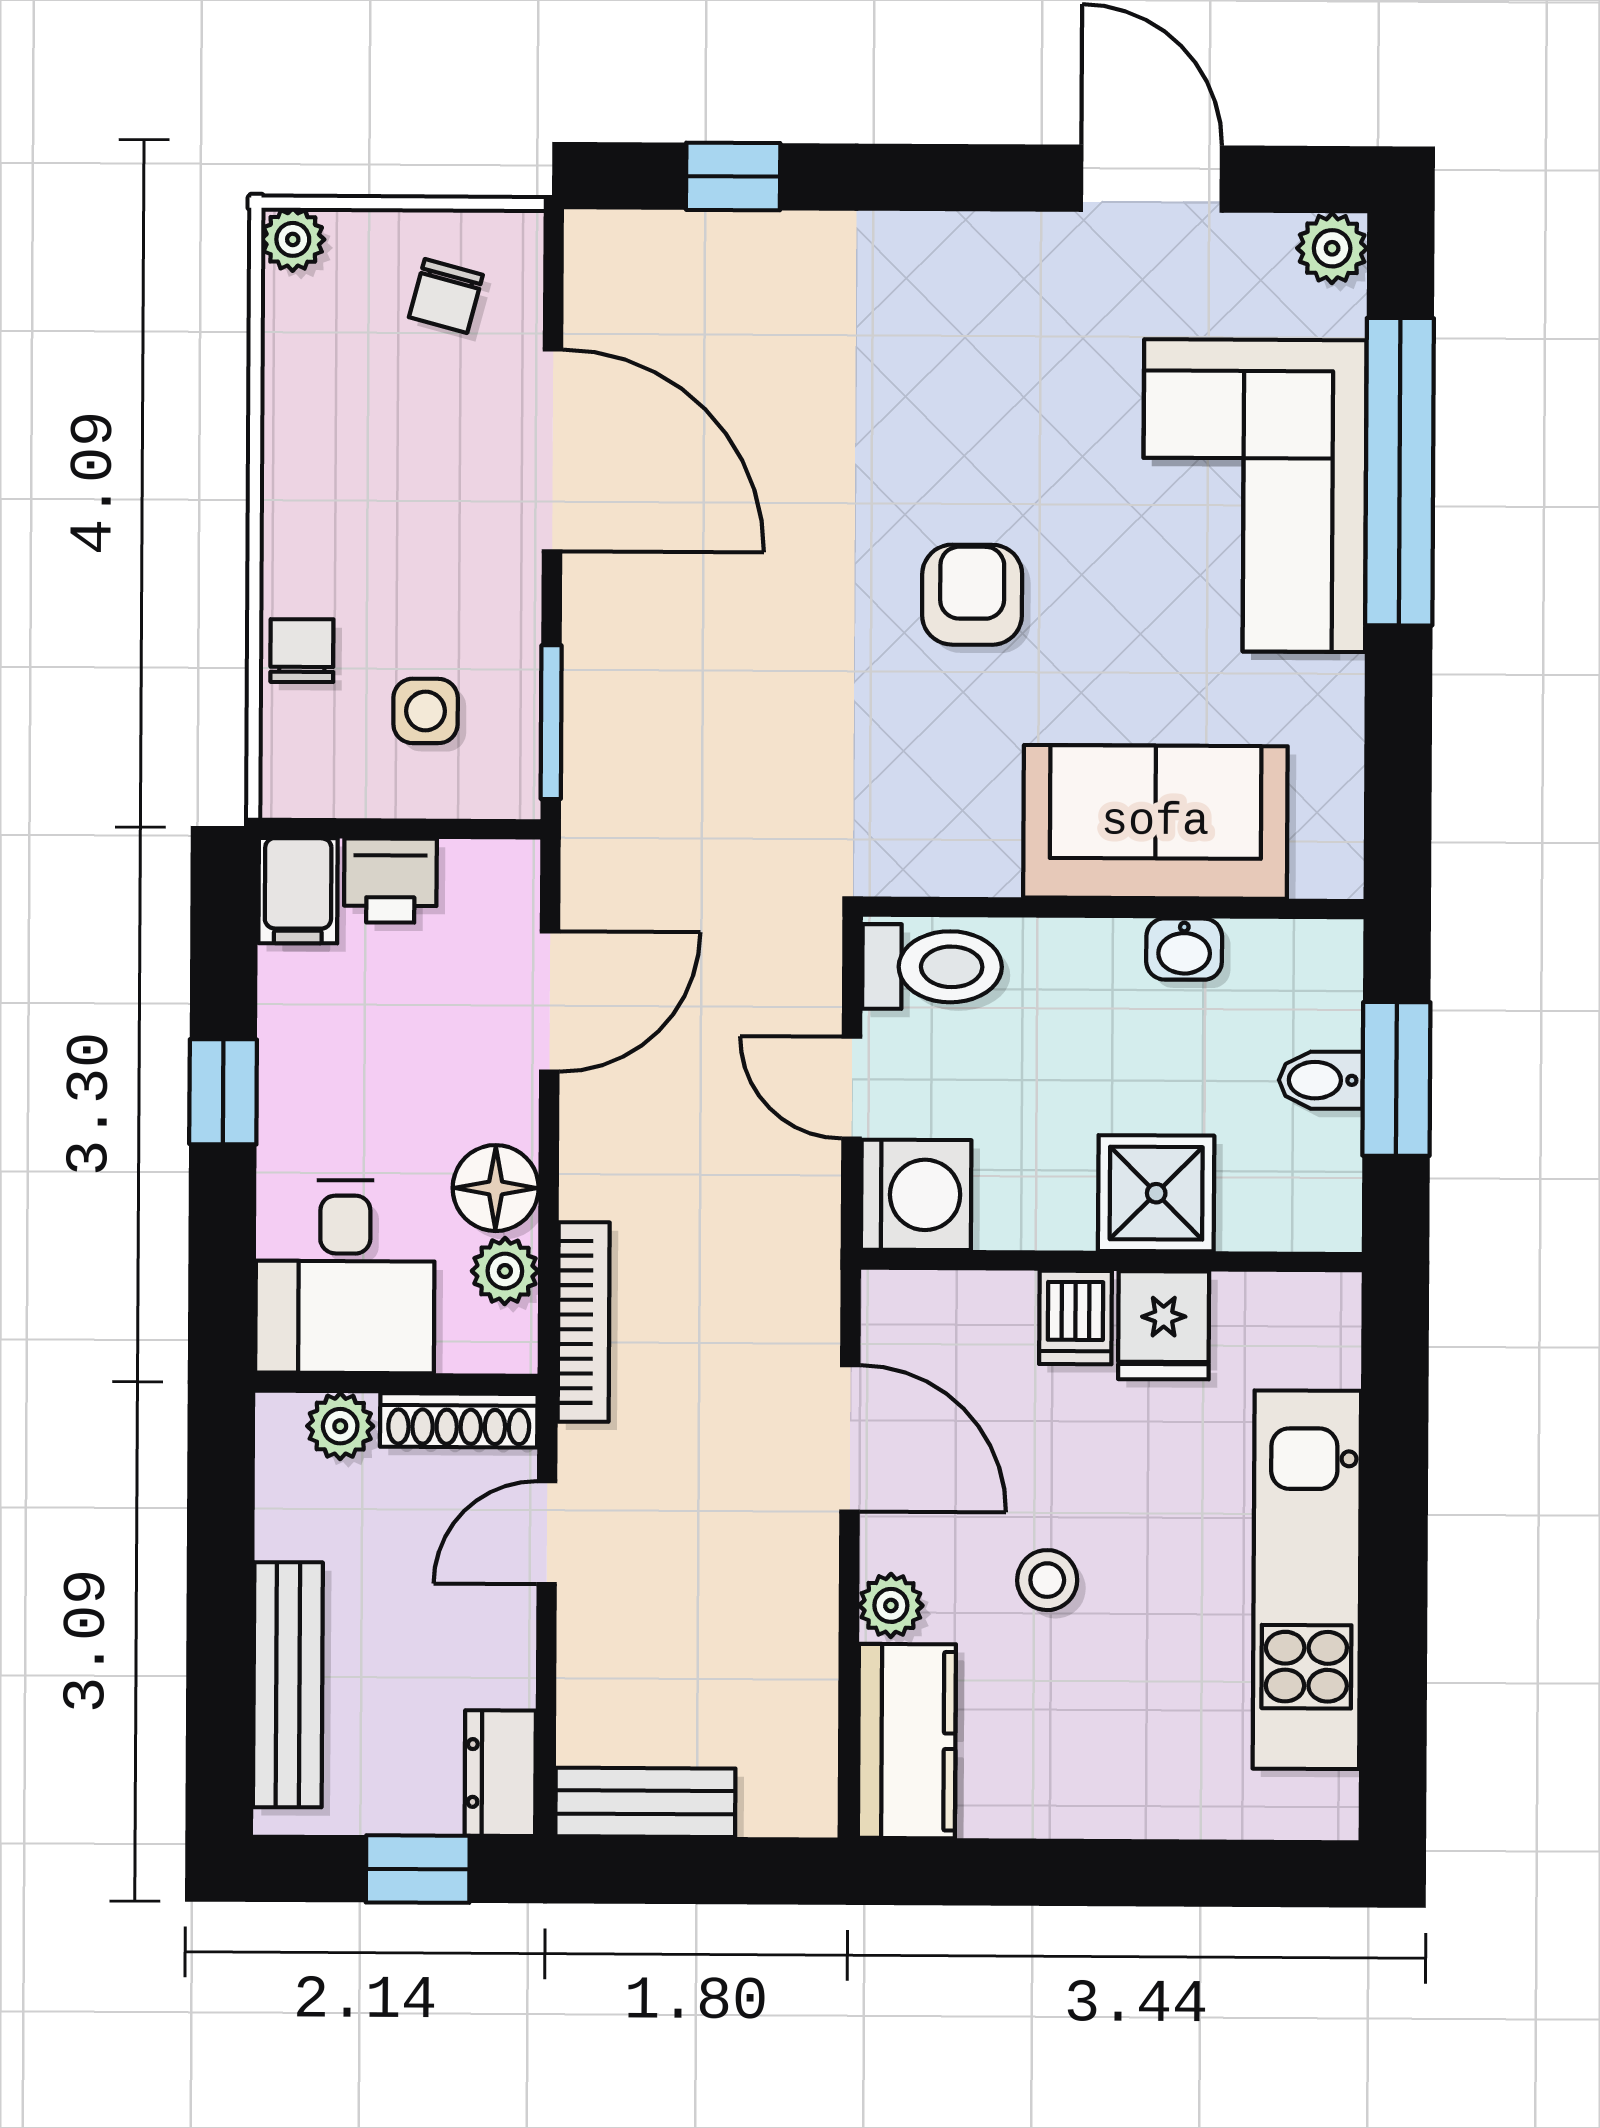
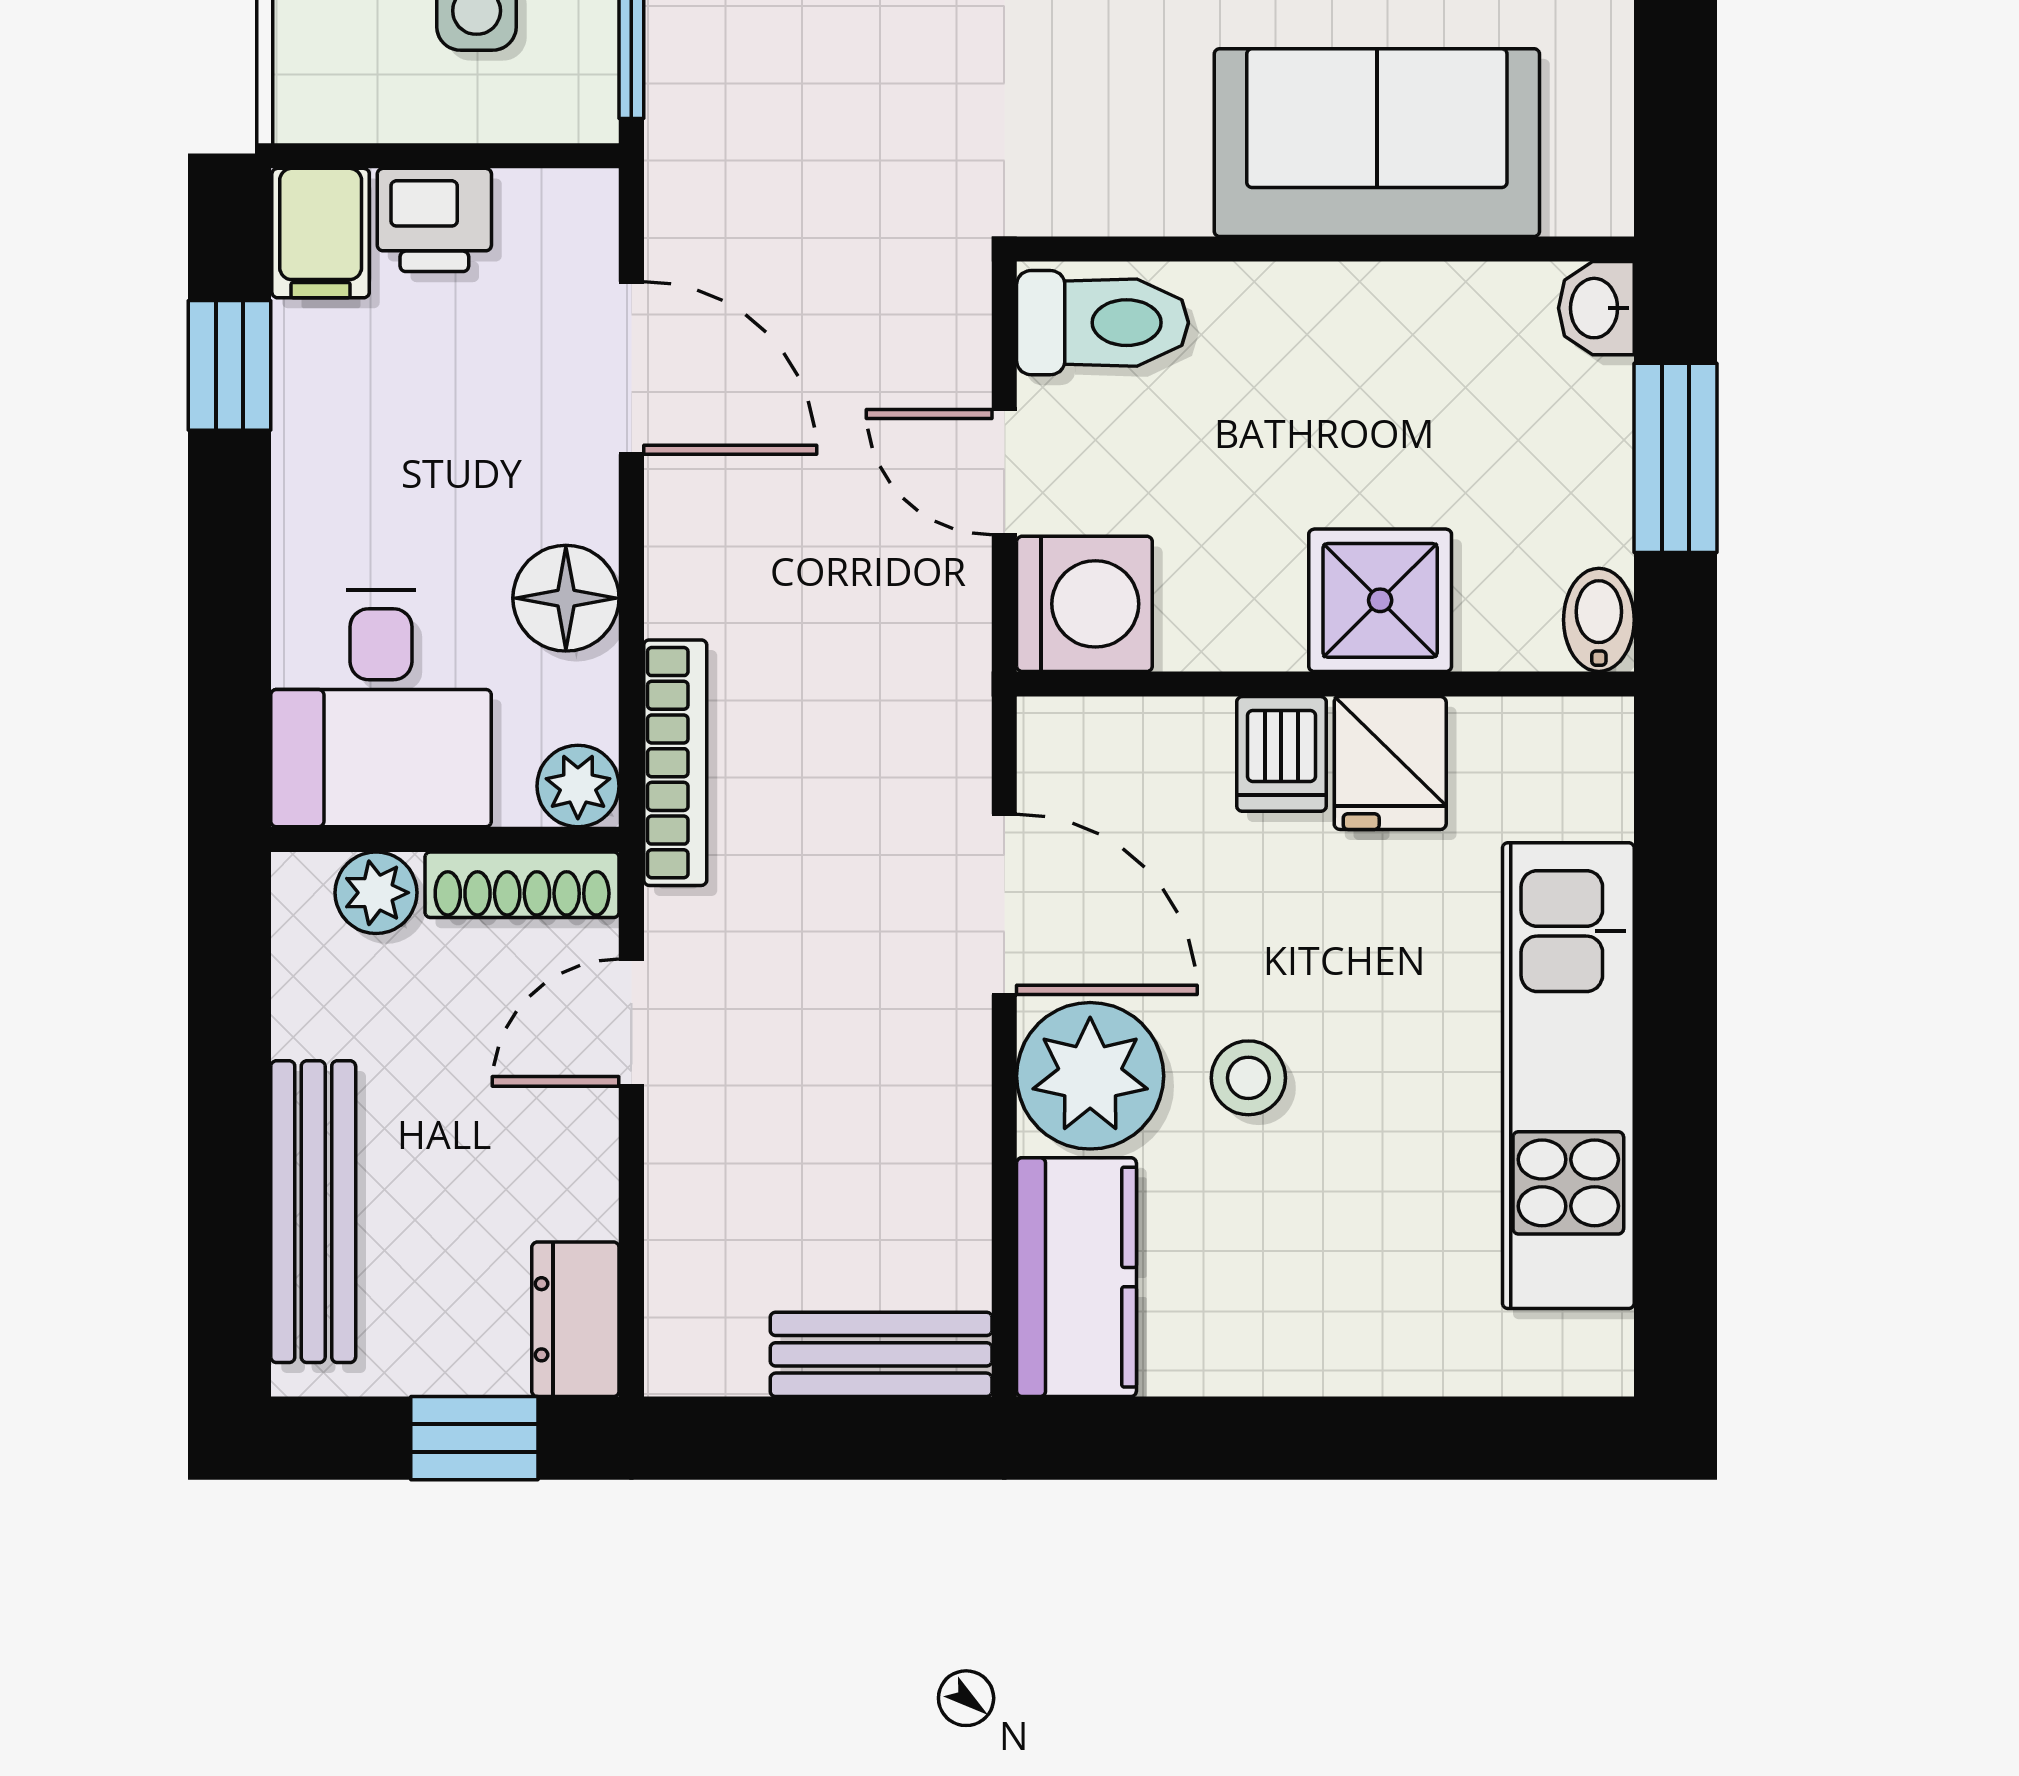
washbasin: (1184, 949) -> (1596, 308), moved, turned 90
door: (550, 1002) -> (631, 368), hinge flipped
bidet: (1321, 1080) -> (1599, 620), moved, turned 90
window: (223, 1092) -> (230, 365), moved
plant: (505, 1271) -> (578, 786), moved
plant: (891, 1605) -> (1090, 1076), width x1.87, depth x1.87
bench: (645, 1802) -> (881, 1354), moved

